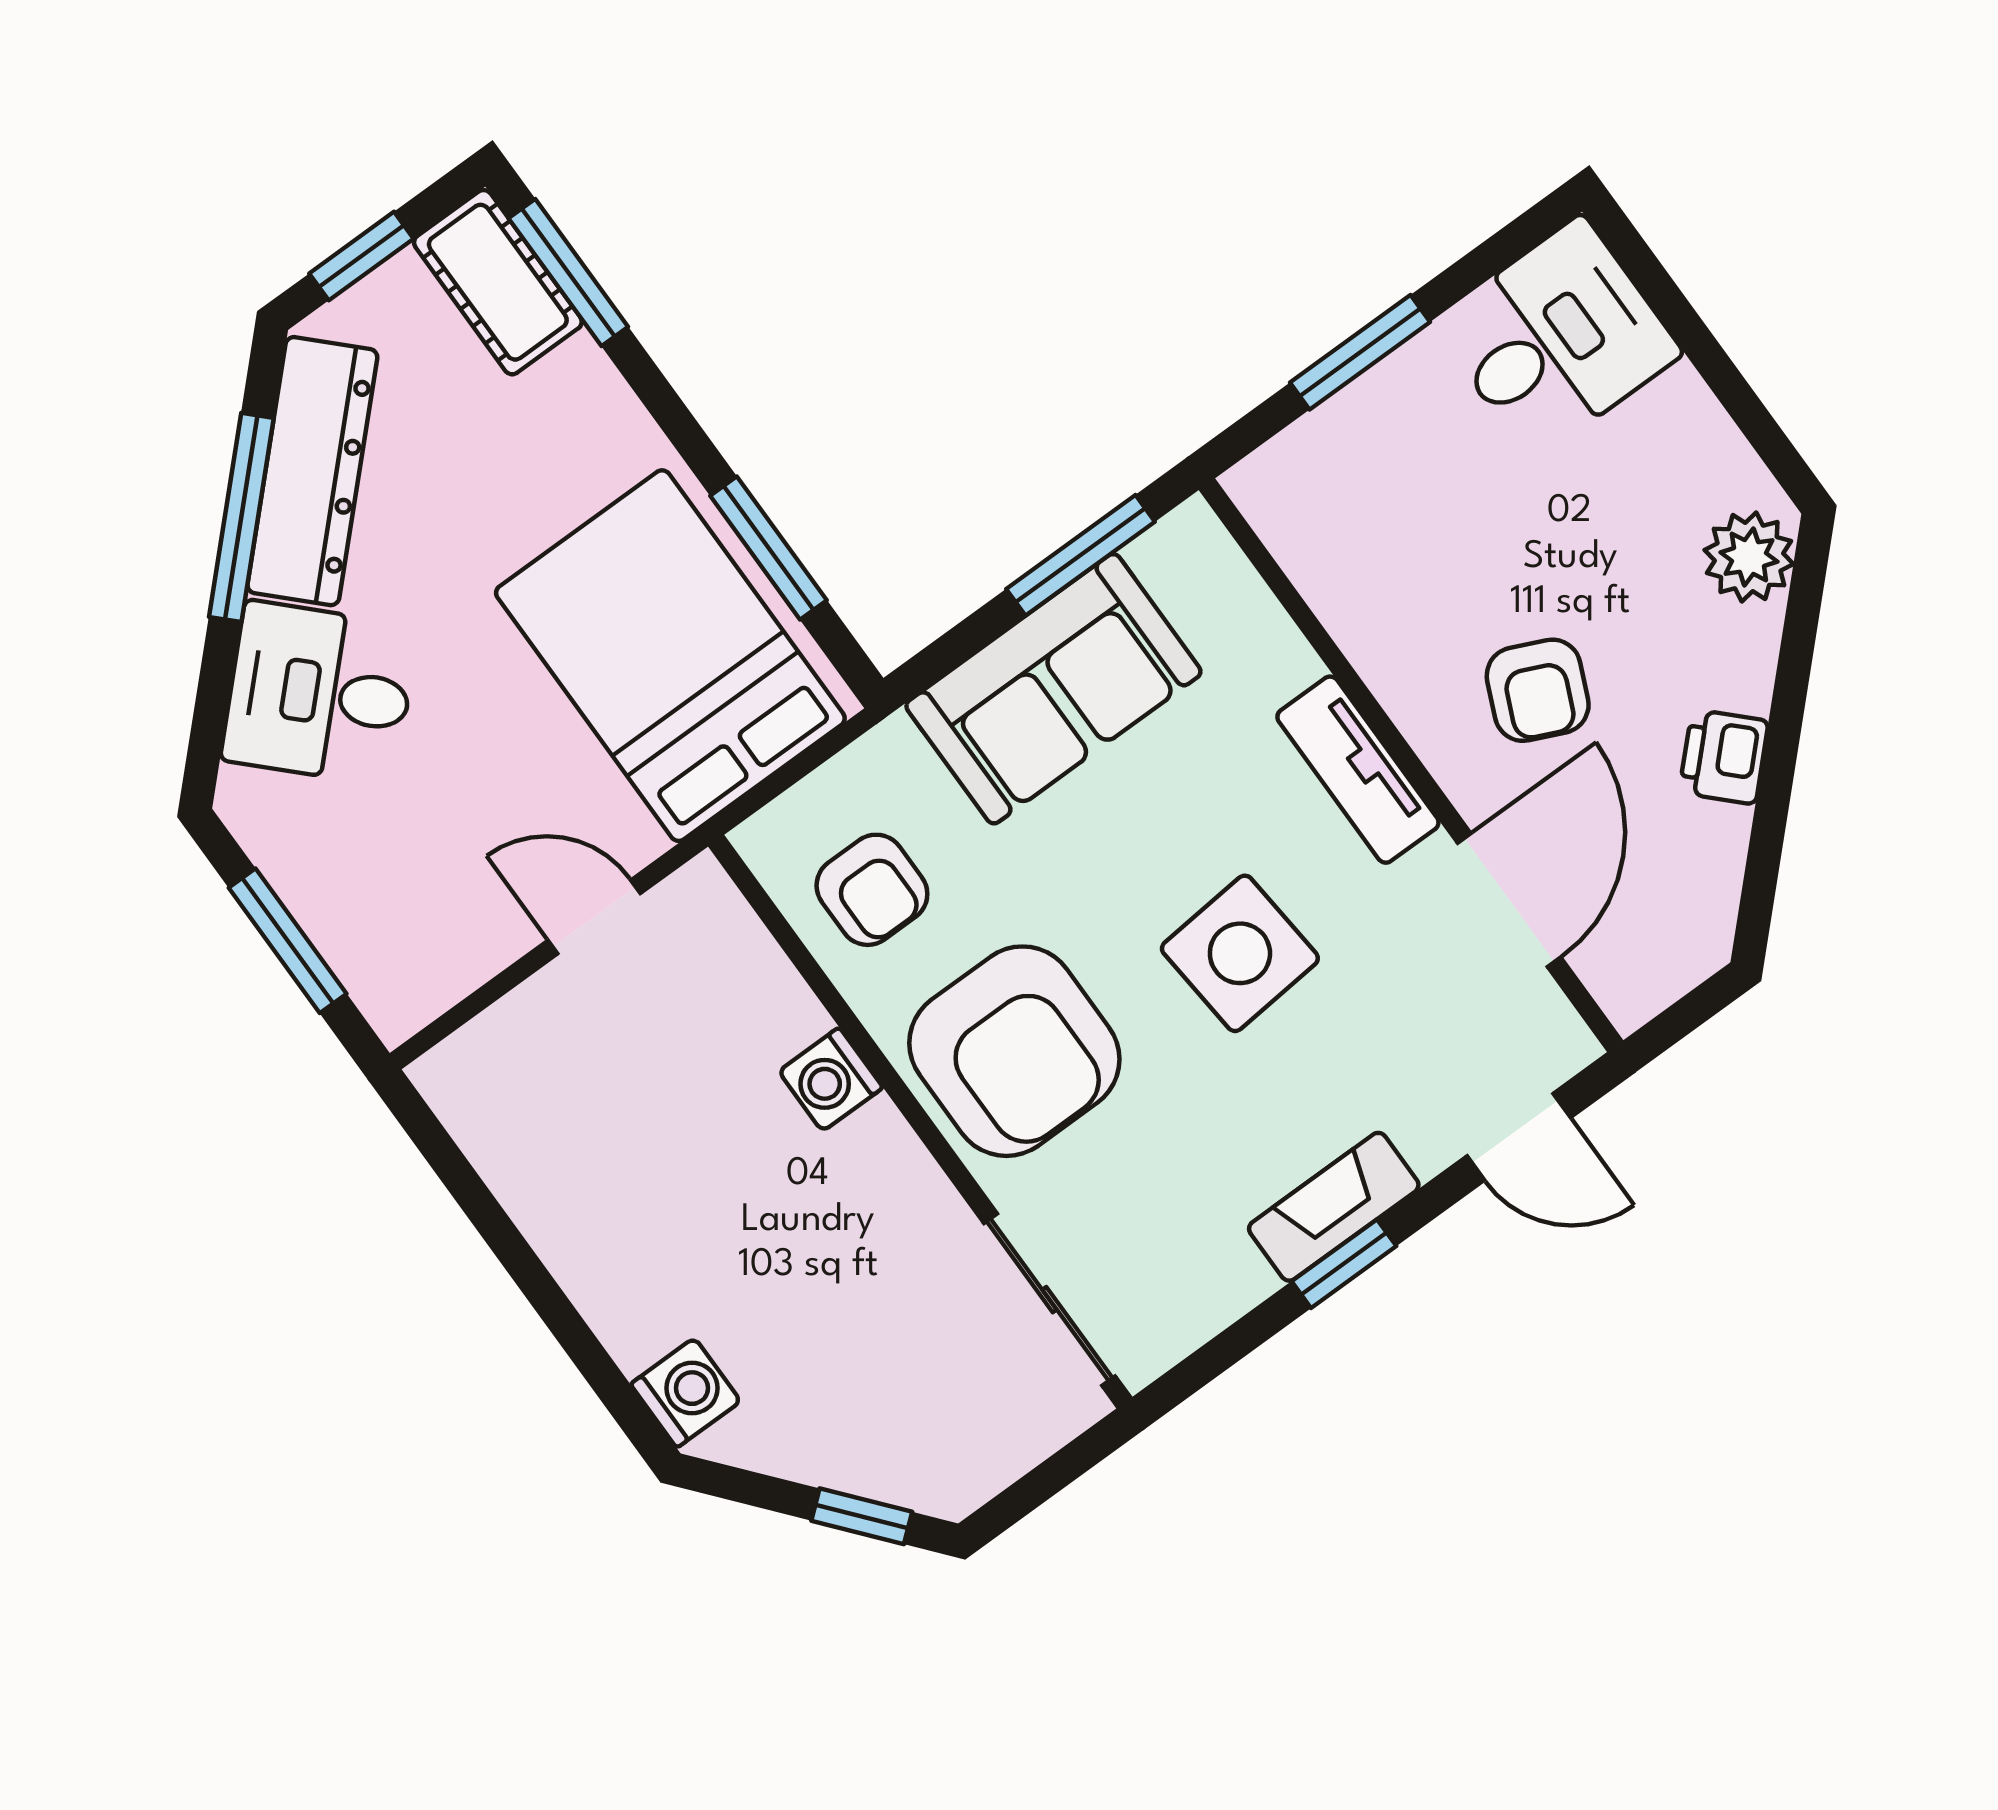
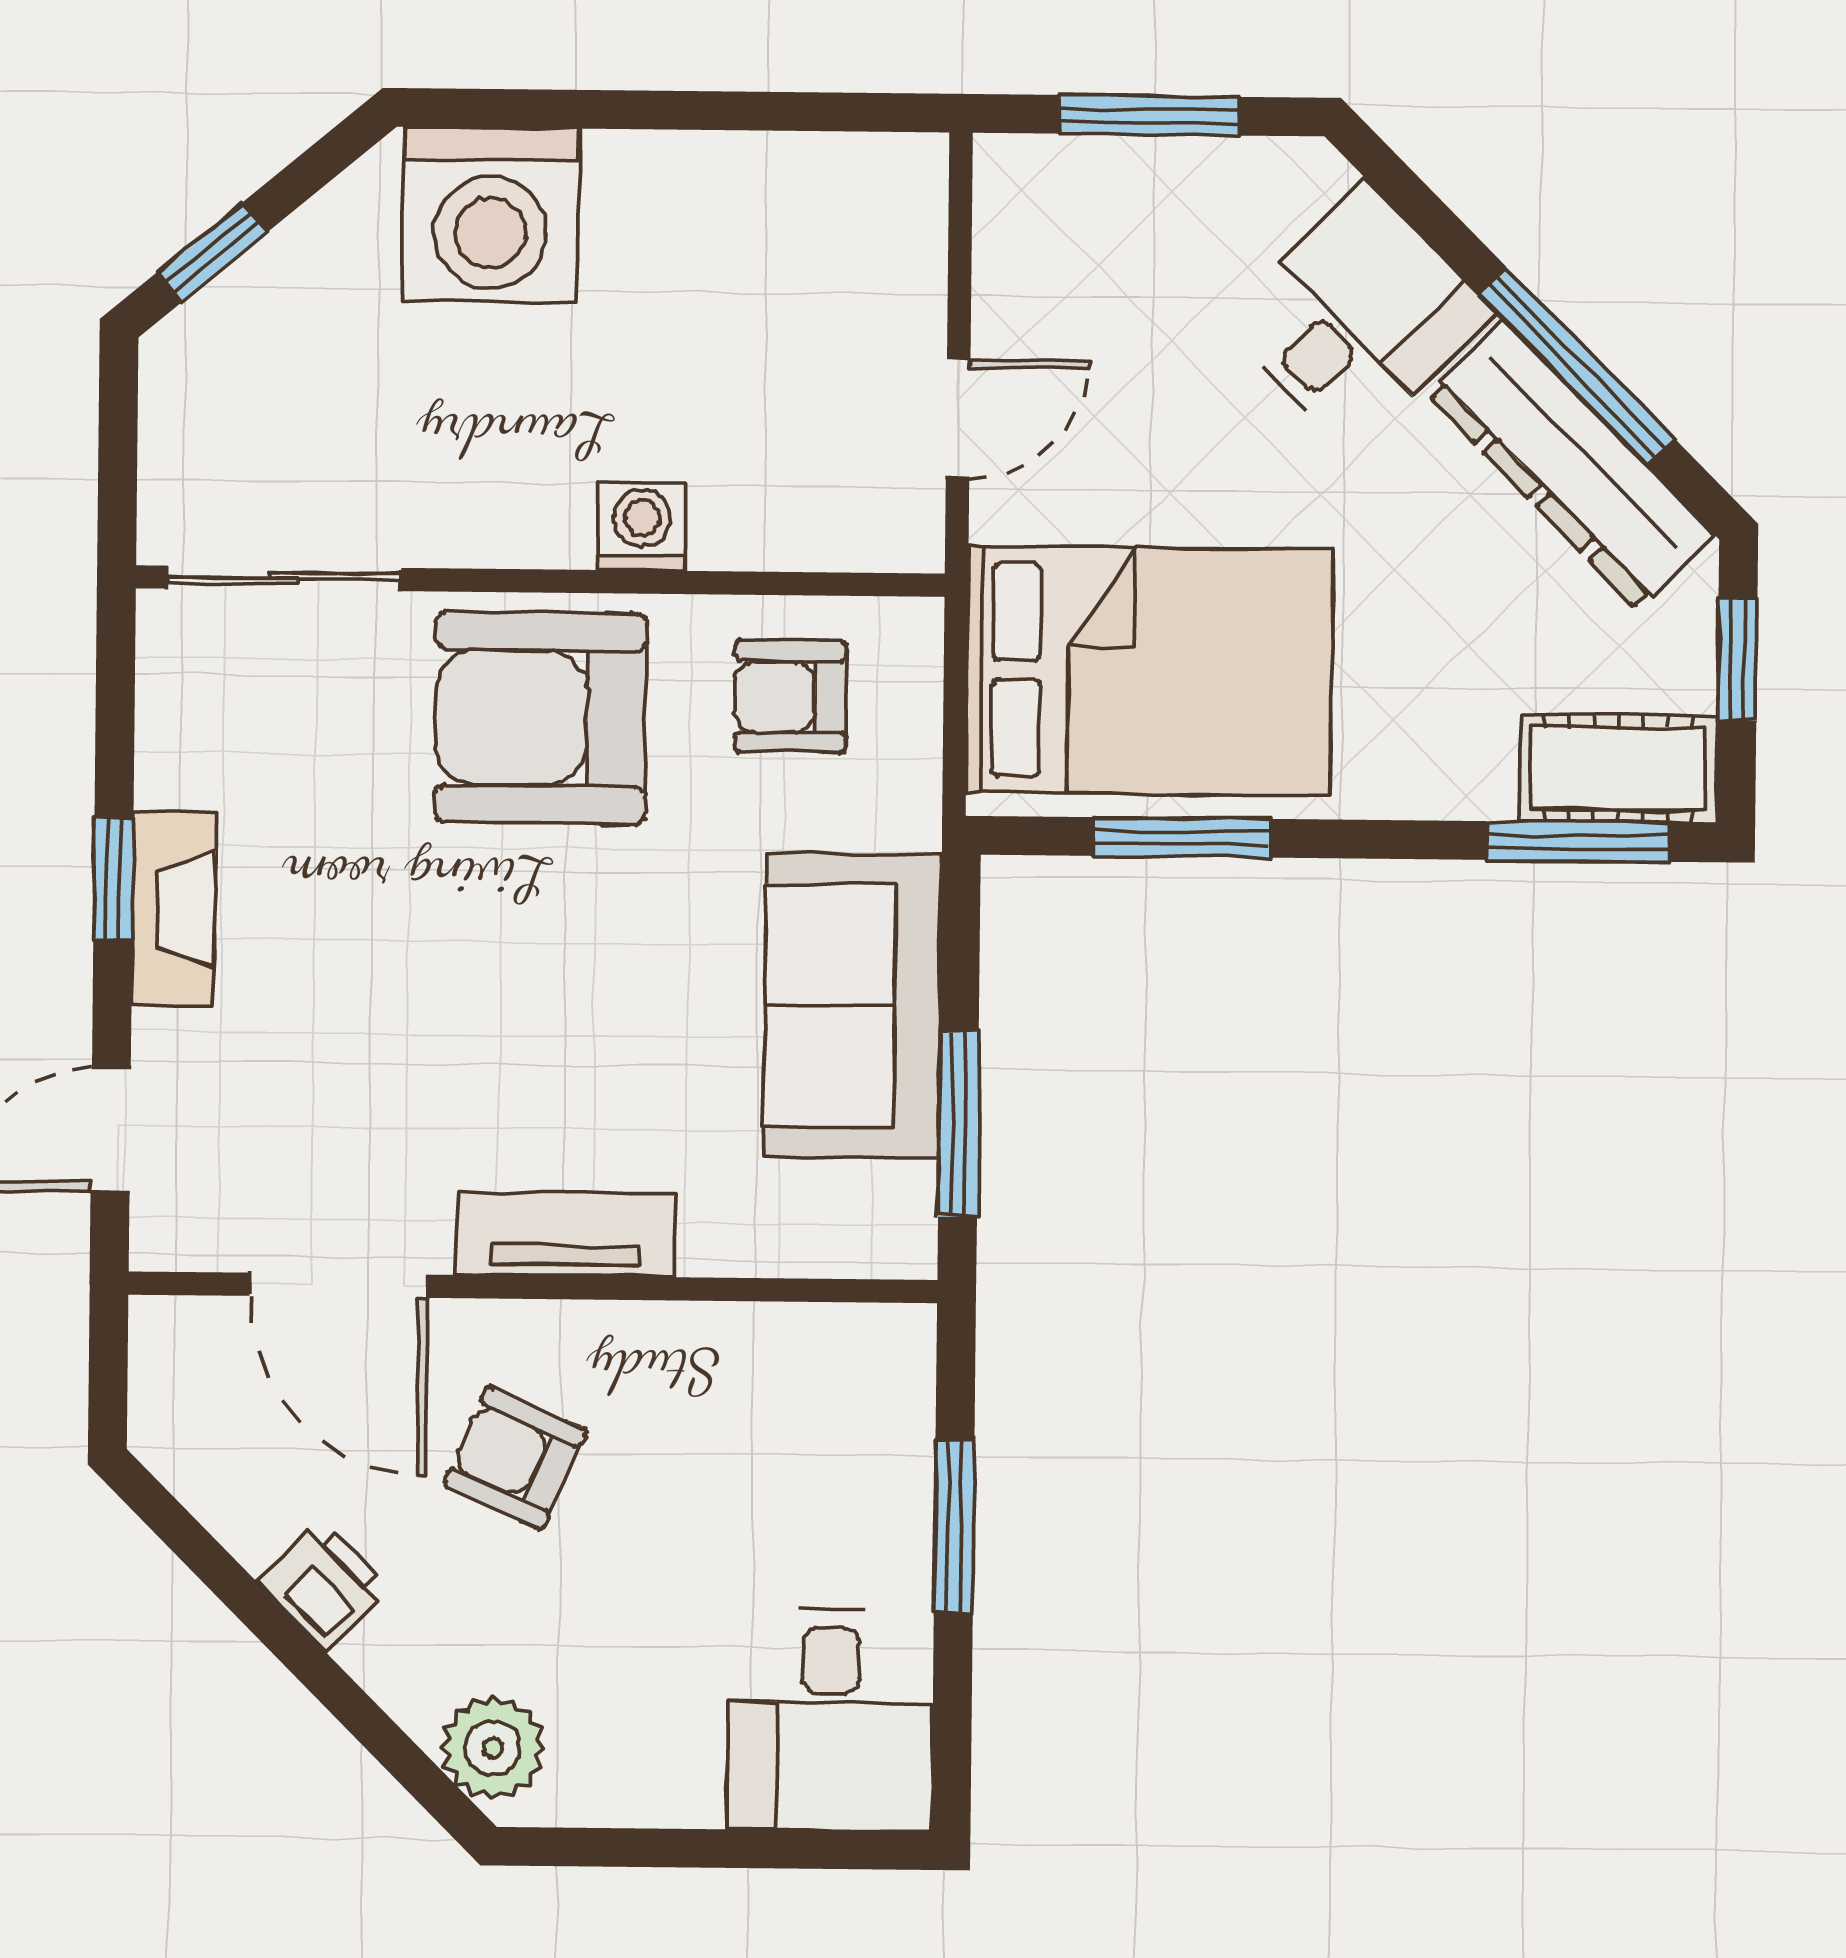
side table: (1240, 953) -> (476, 997), removed
washing machine: (686, 1393) -> (491, 215), width x1.89, depth x1.89

